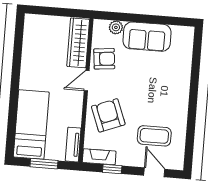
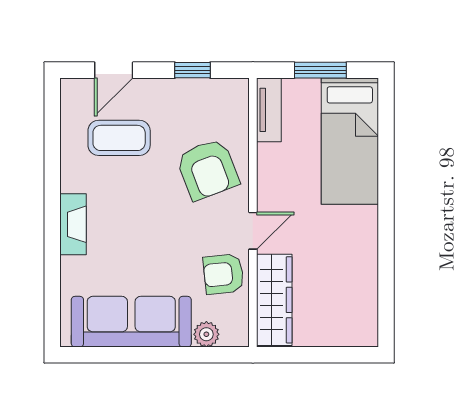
sofa: (147, 37) -> (131, 322), width x1.36
fireplace: (99, 157) -> (73, 224), moved, turned -90
door: (154, 172) -> (114, 70), hinge flipped

